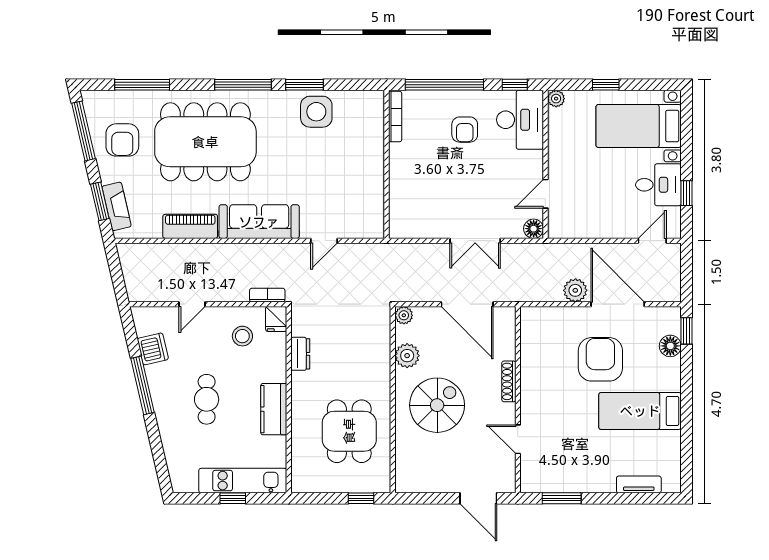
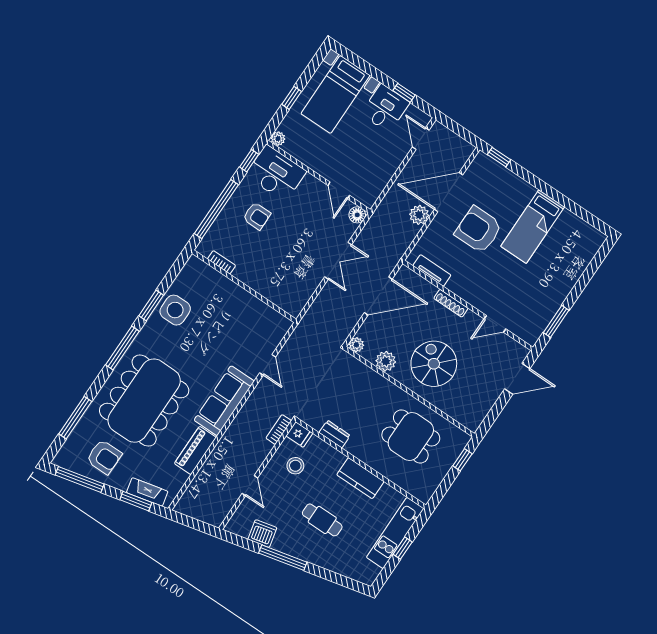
bookcase: (395, 117) -> (222, 262), width x0.64
floor lamp: (670, 346) -> (502, 175), removed
tv unit: (639, 484) -> (432, 270), moved, turned 90

